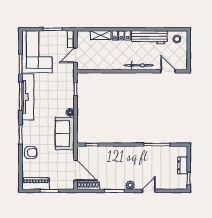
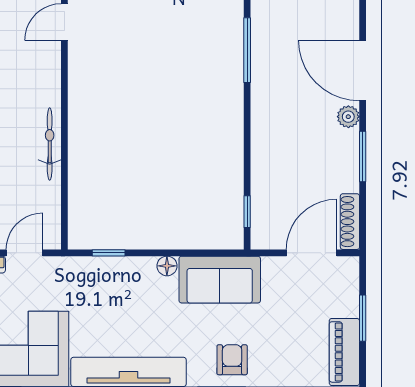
door: (76, 55) -> (25, 253), swing flipped
bicycle: (139, 65) -> (50, 144), moved
armchair: (31, 152) -> (232, 360), moved
door: (149, 191) -> (363, 70), width x1.88

